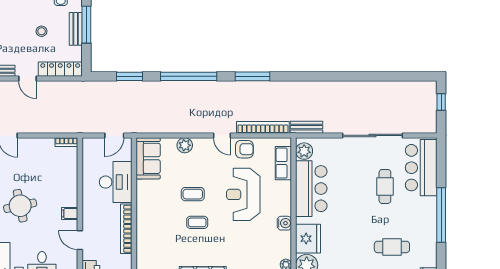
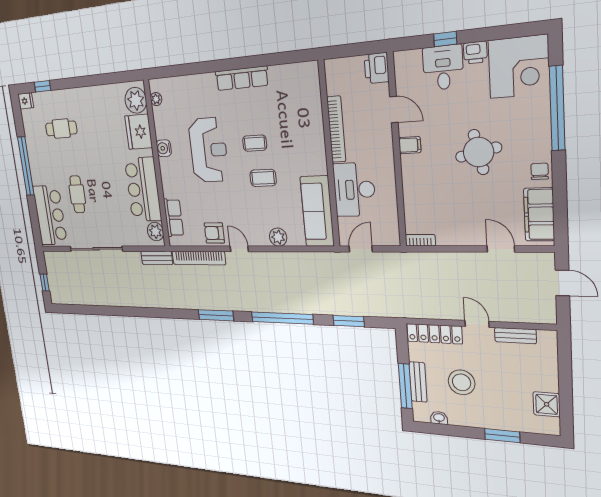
stool: (42, 31) -> (461, 382), width x1.89, depth x1.89
sofa: (148, 158) -> (317, 211), width x1.36
reception desk: (243, 194) -> (209, 150), moved

